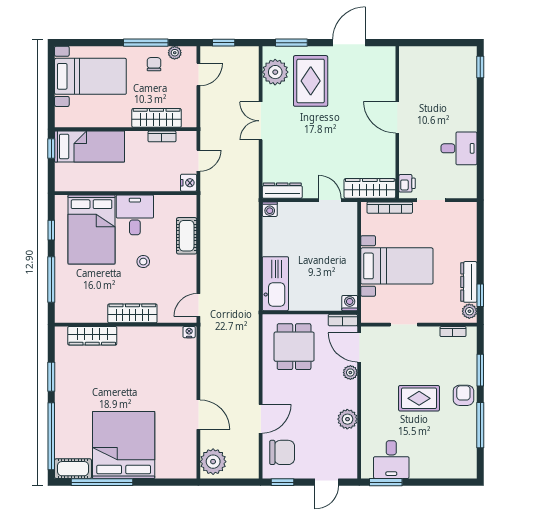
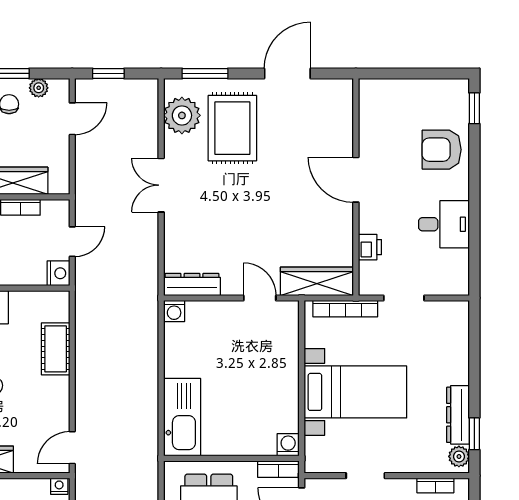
armchair: (457, 96) -> (442, 150), added
printer: (407, 183) -> (370, 247), moved

